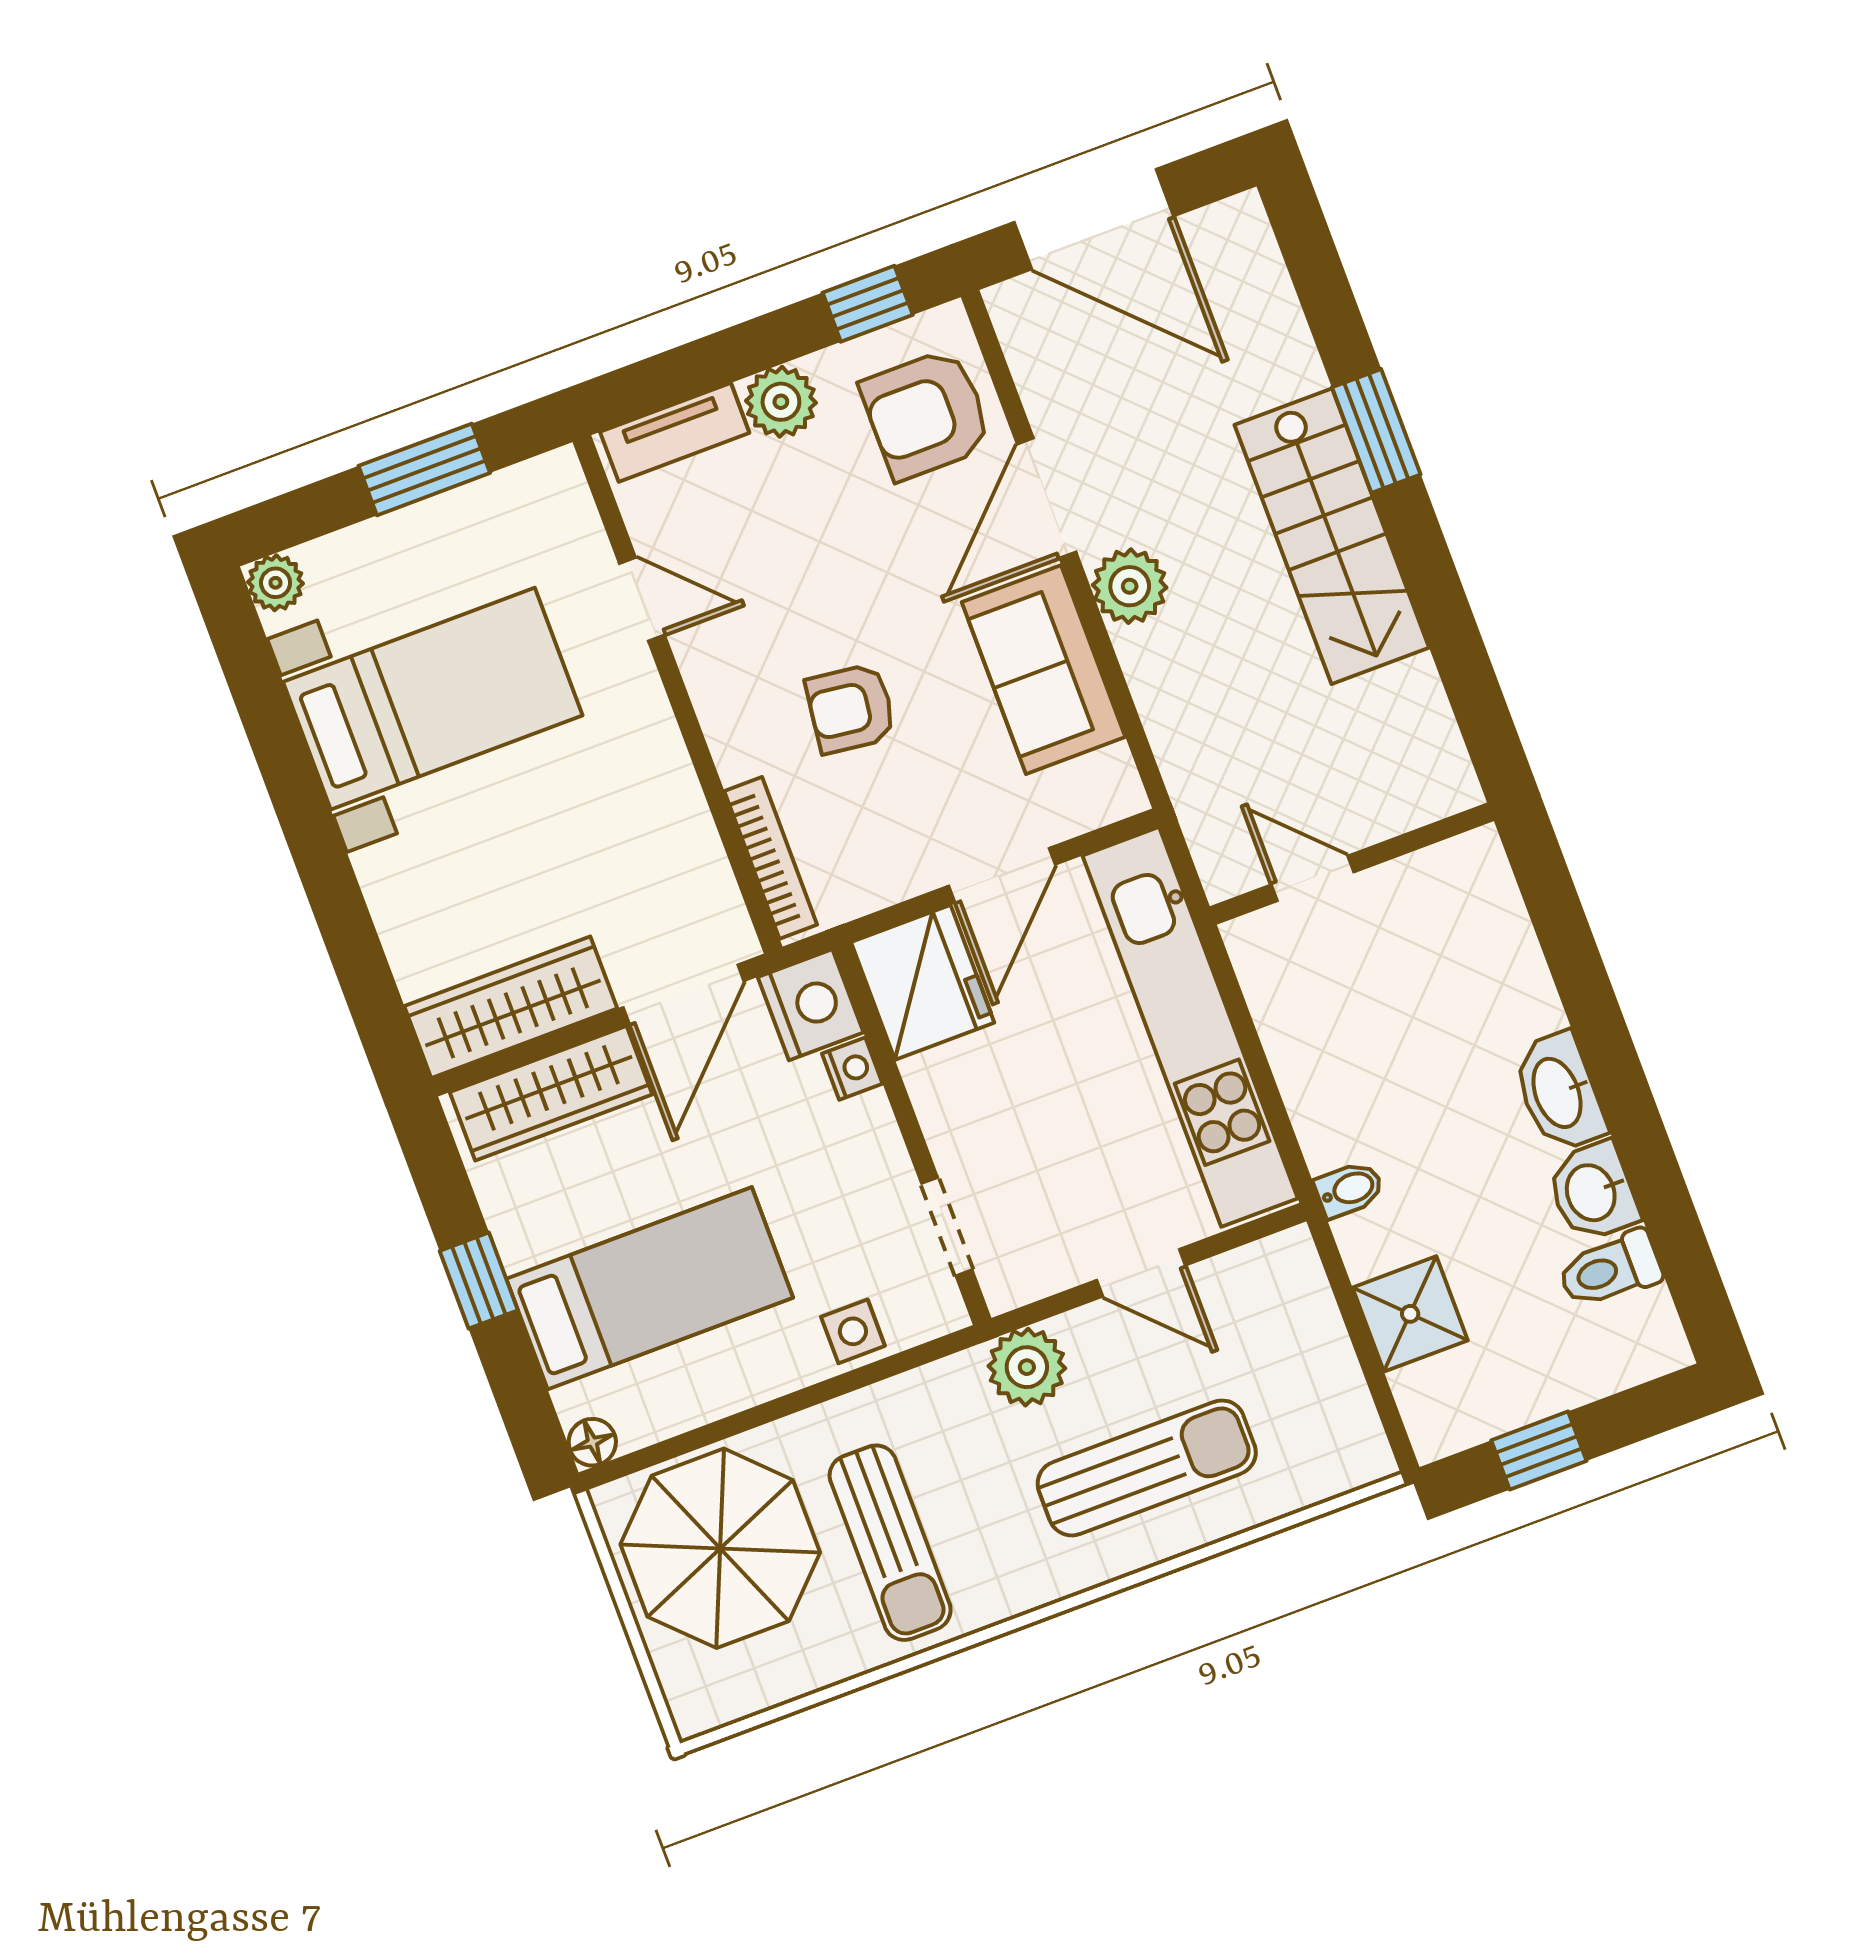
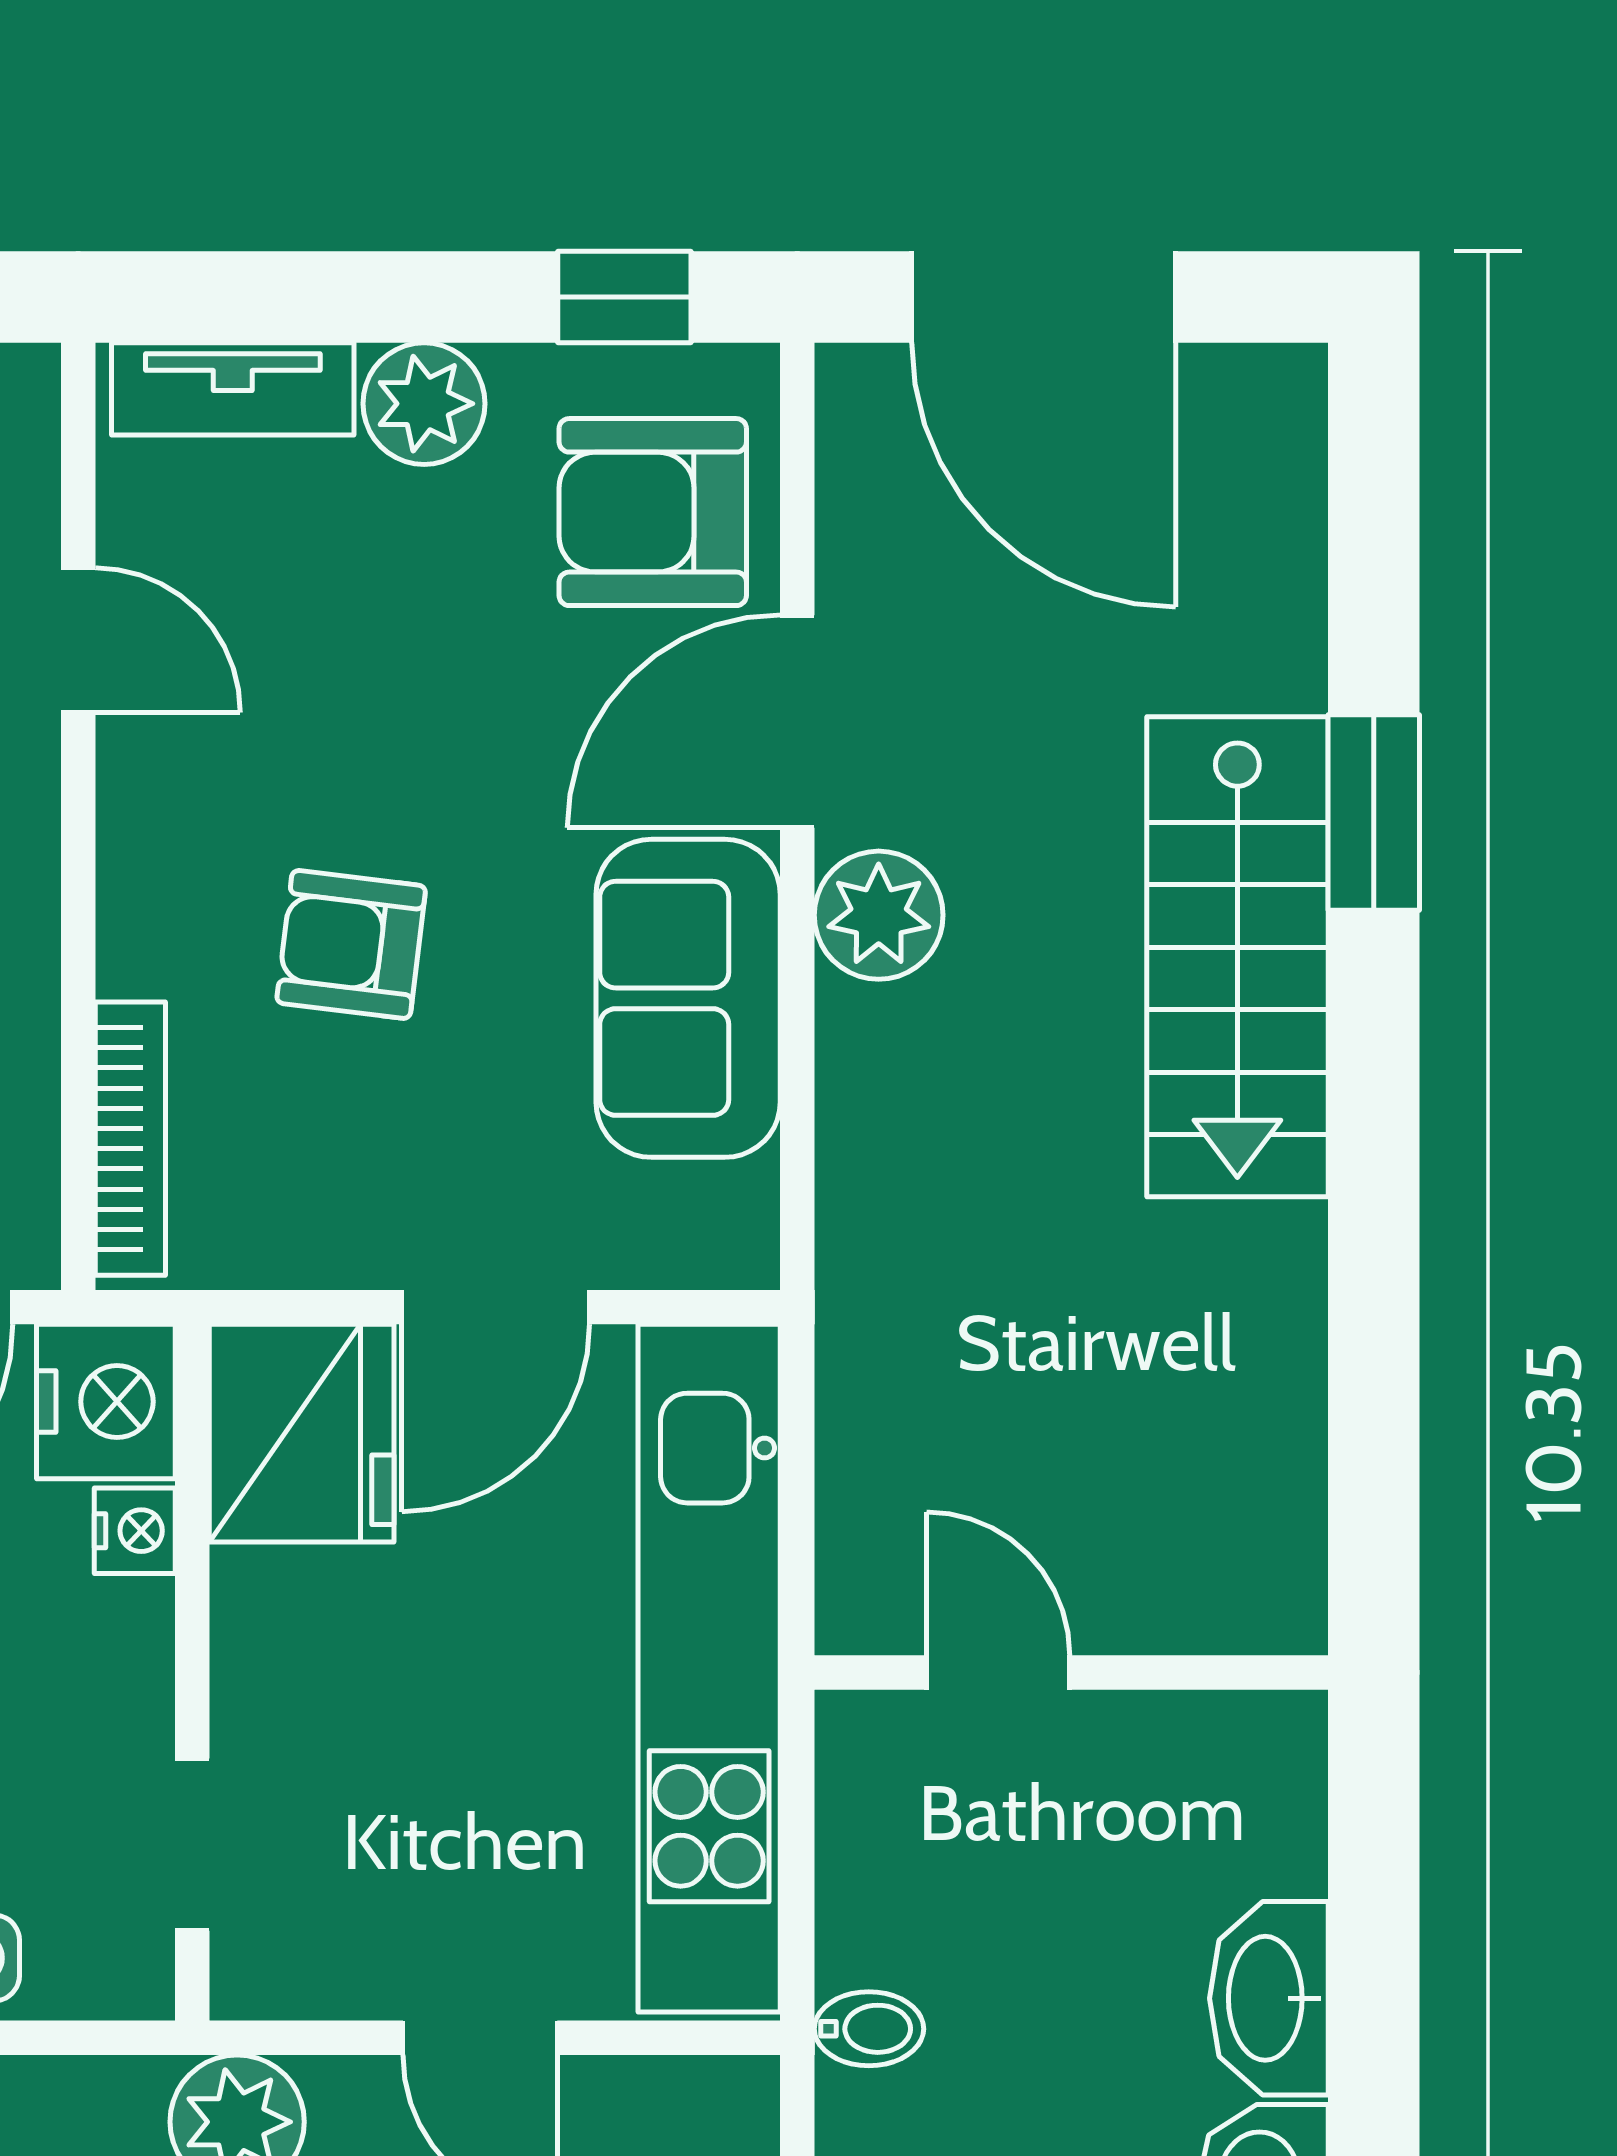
wall: (1352, 864) -> (1071, 1672), moved
door: (1313, 878) -> (998, 1672), moved

